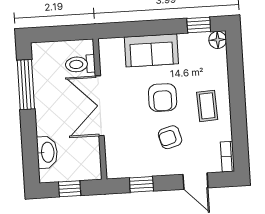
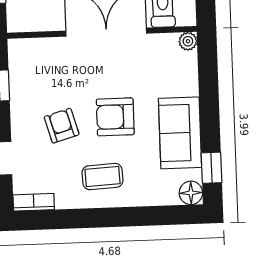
plant: (105, 45) -> (188, 41), added
sofa: (151, 50) -> (180, 133), moved

